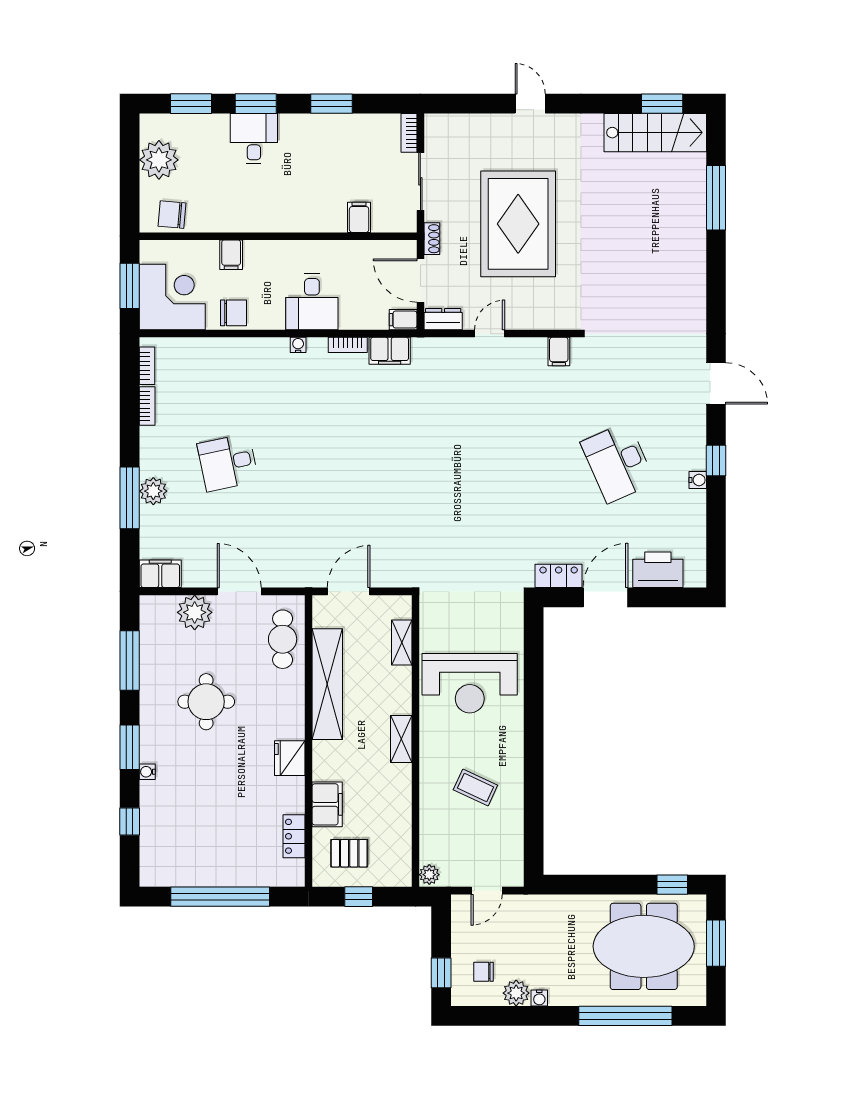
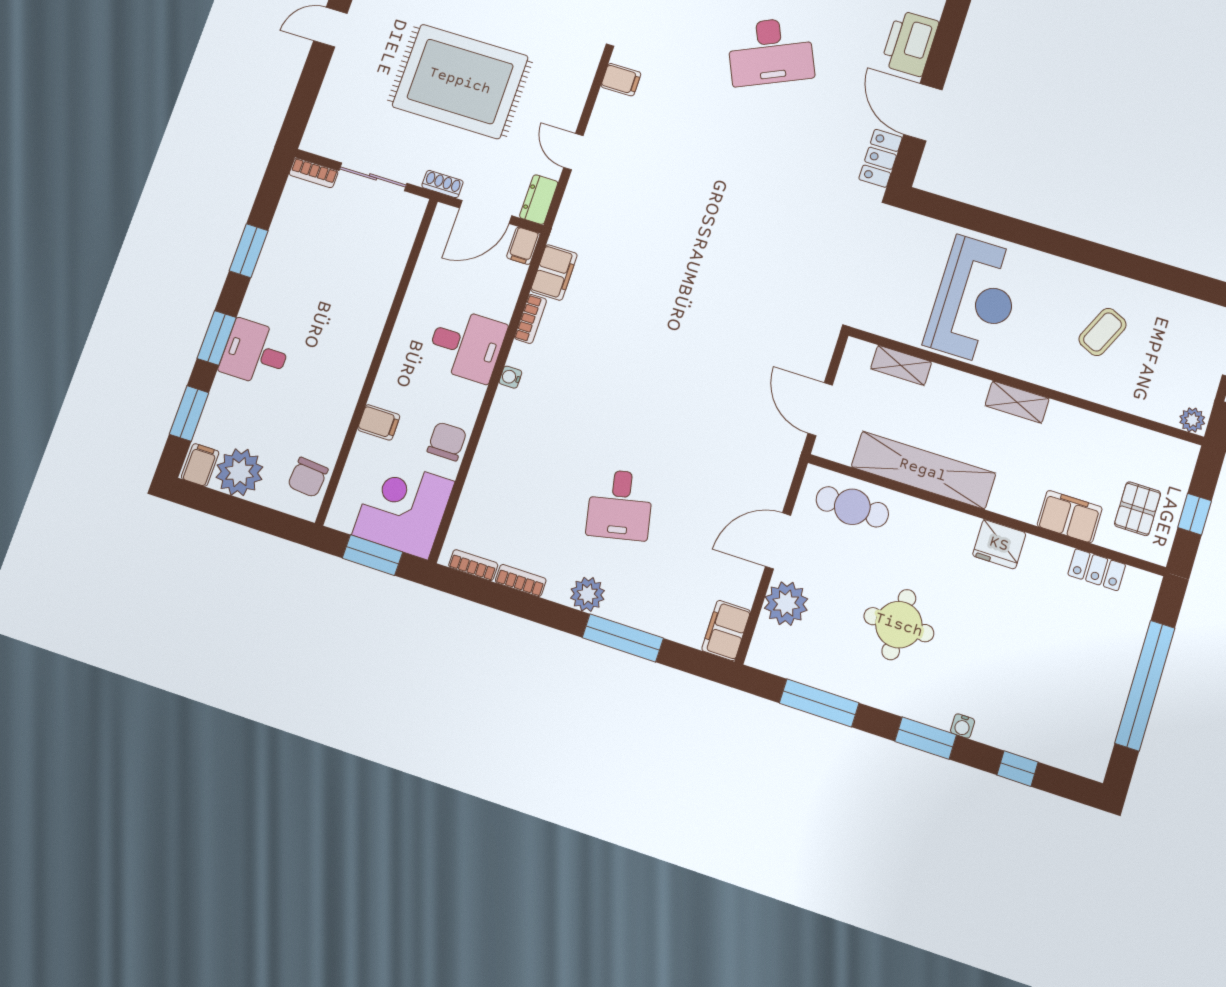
filing cabinet: (359, 217) -> (200, 465), moved, turned 90
plant: (153, 491) -> (588, 594), moved

